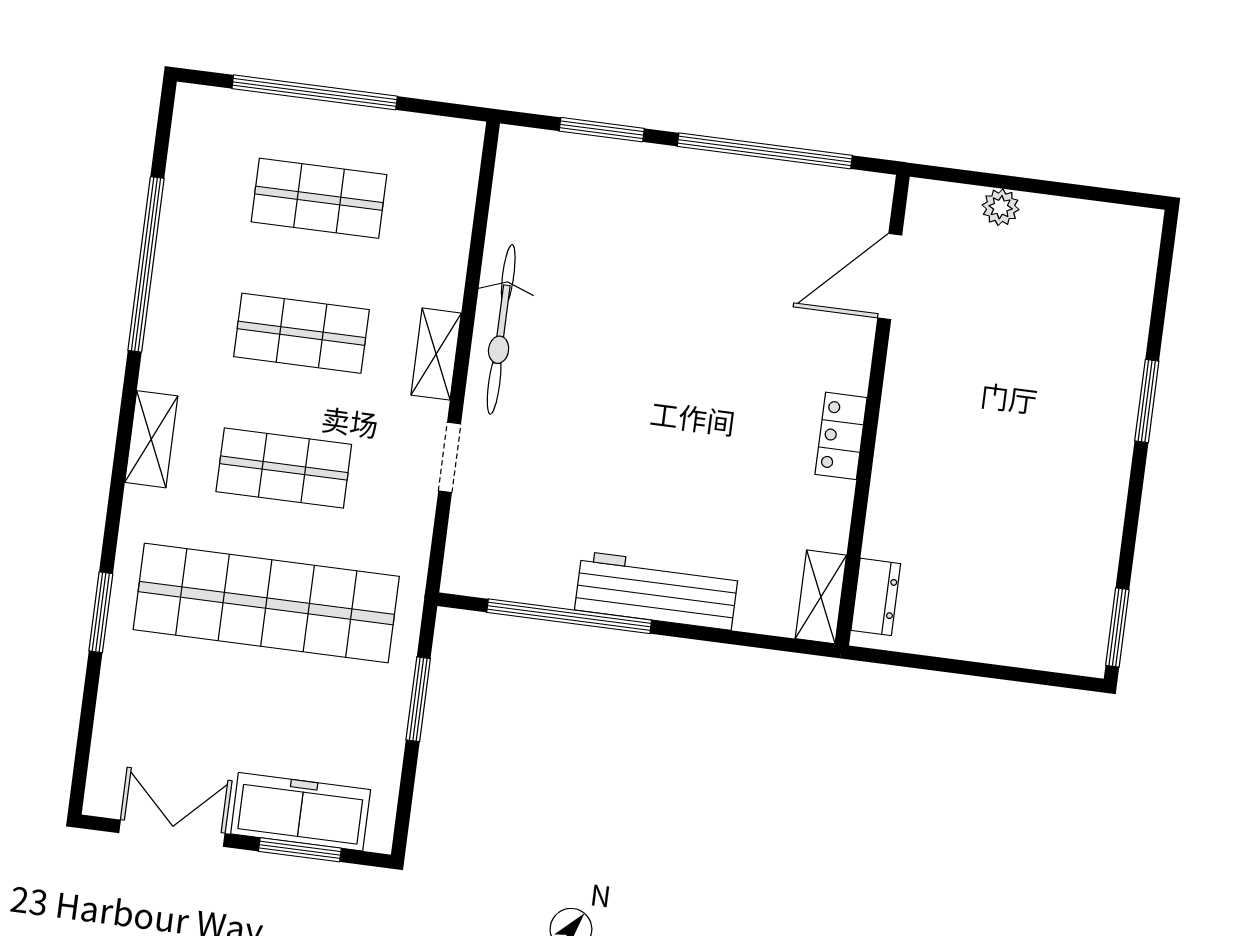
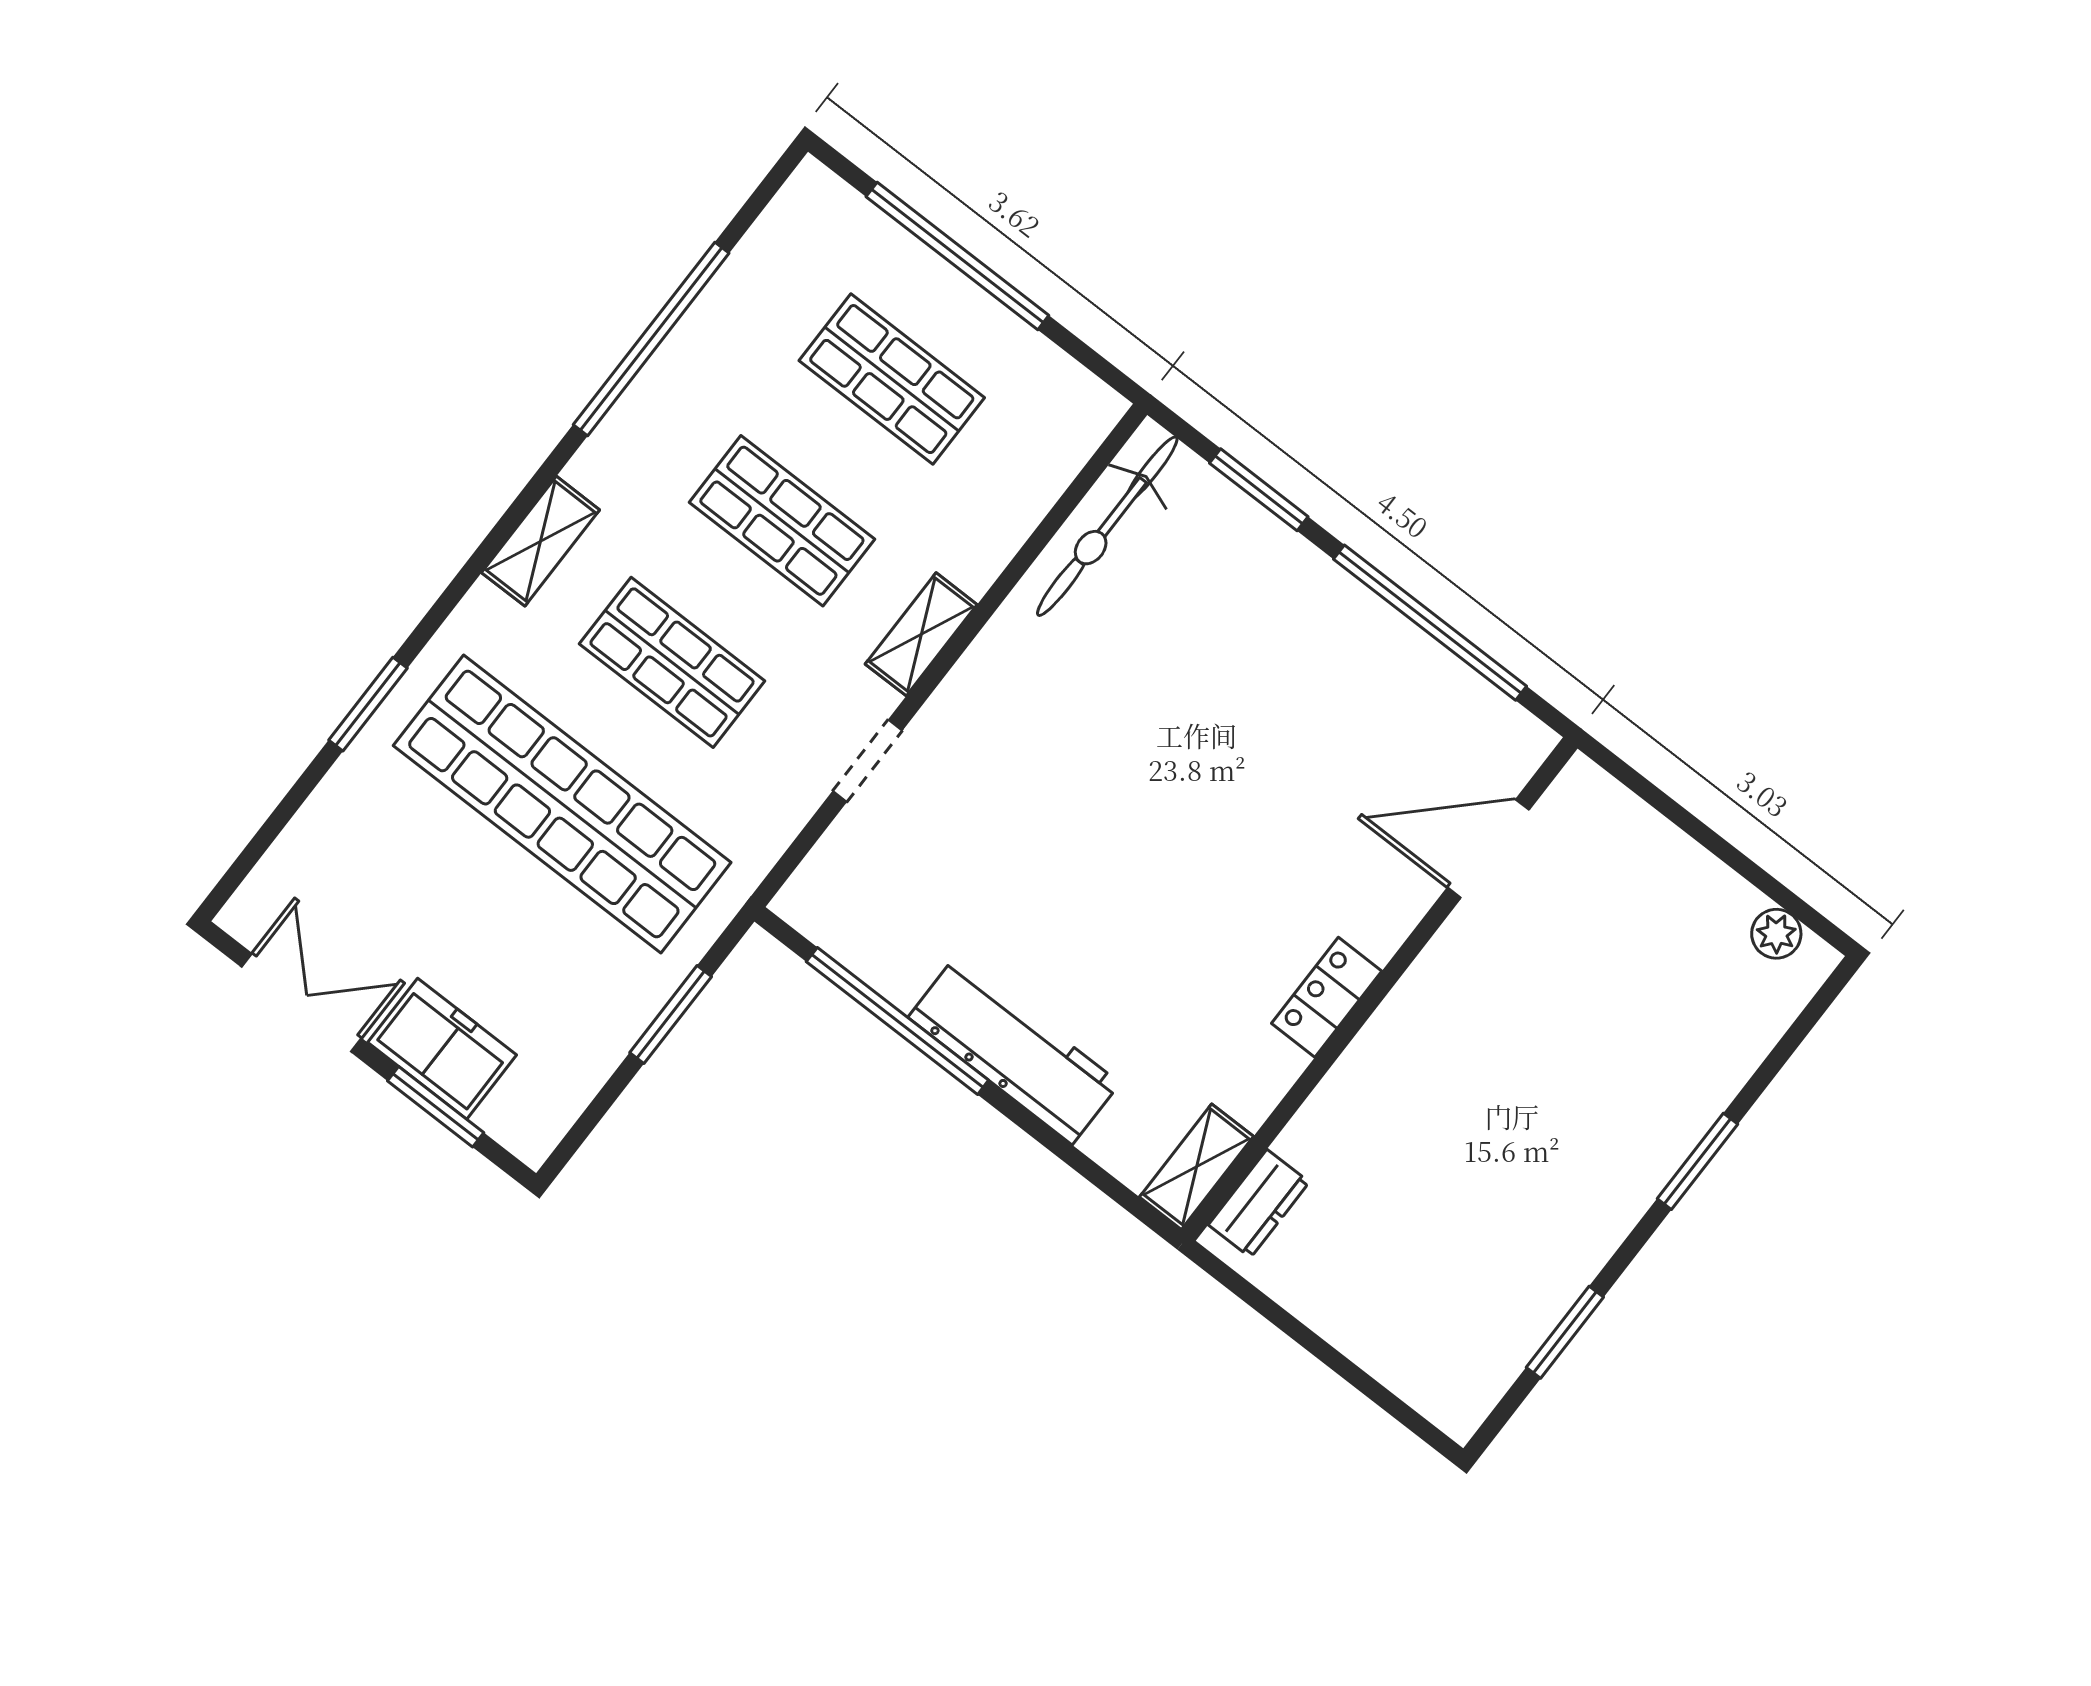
plant: (1001, 207) -> (1776, 934), moved
bicycle: (501, 329) -> (1107, 526), moved
window: (1117, 627) -> (1565, 1332), moved
freezer: (301, 812) -> (442, 1049), width x0.71

